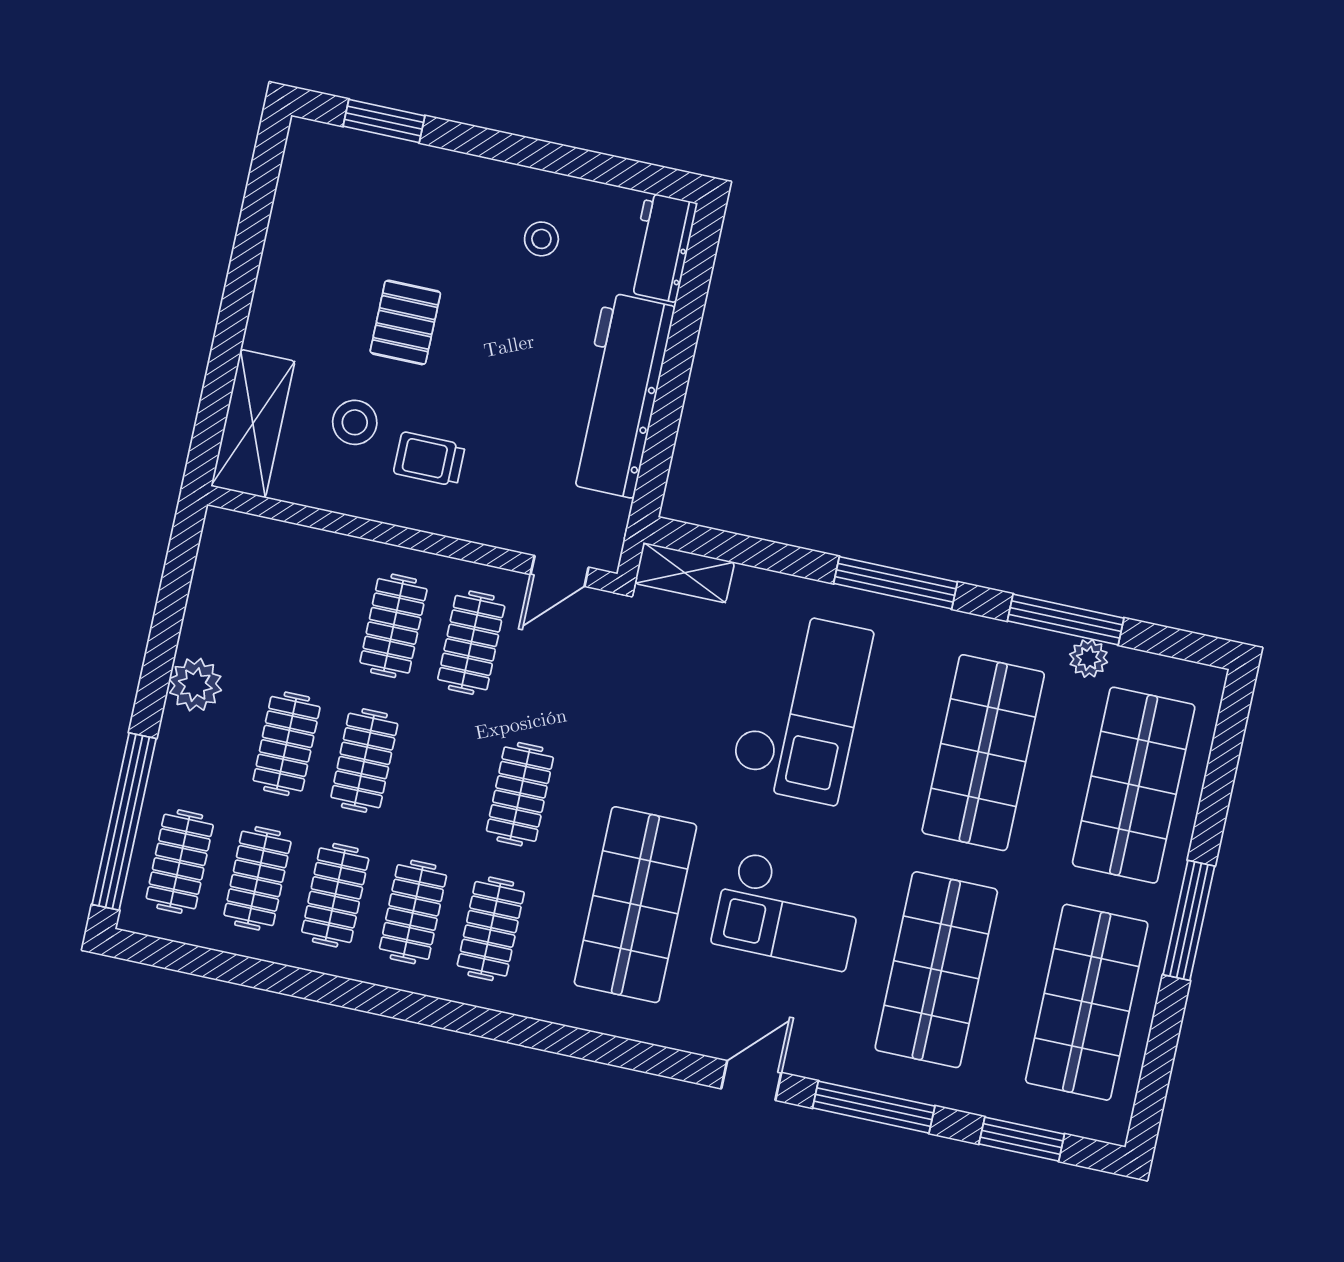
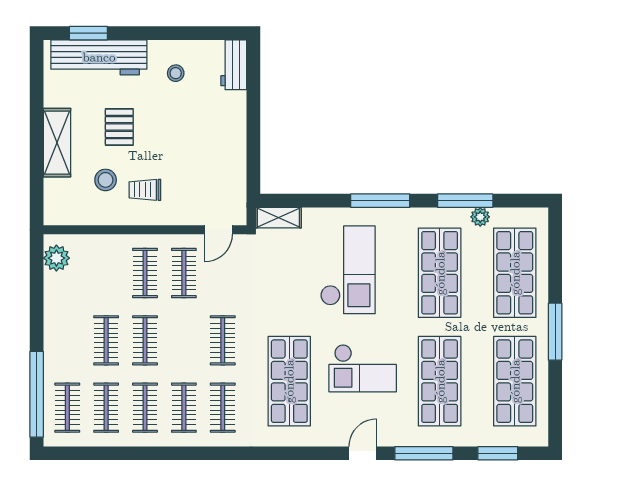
workbench: (620, 395) -> (99, 57), moved, turned -90
shelving: (253, 424) -> (57, 143), moved
plant: (195, 685) -> (56, 258), moved

